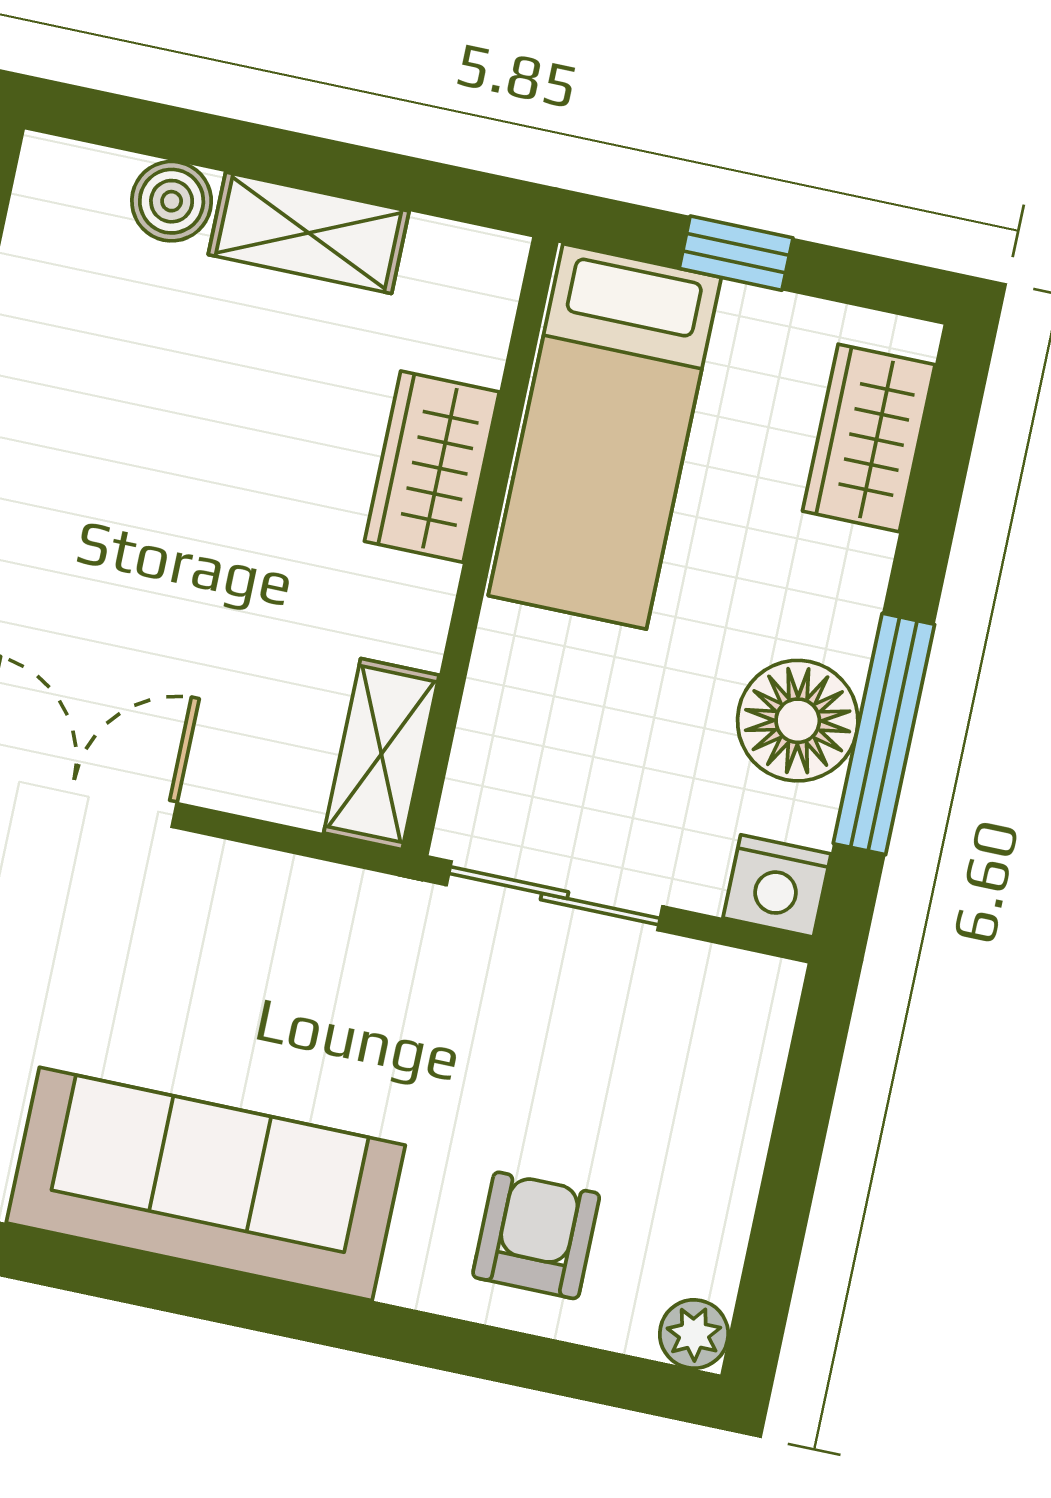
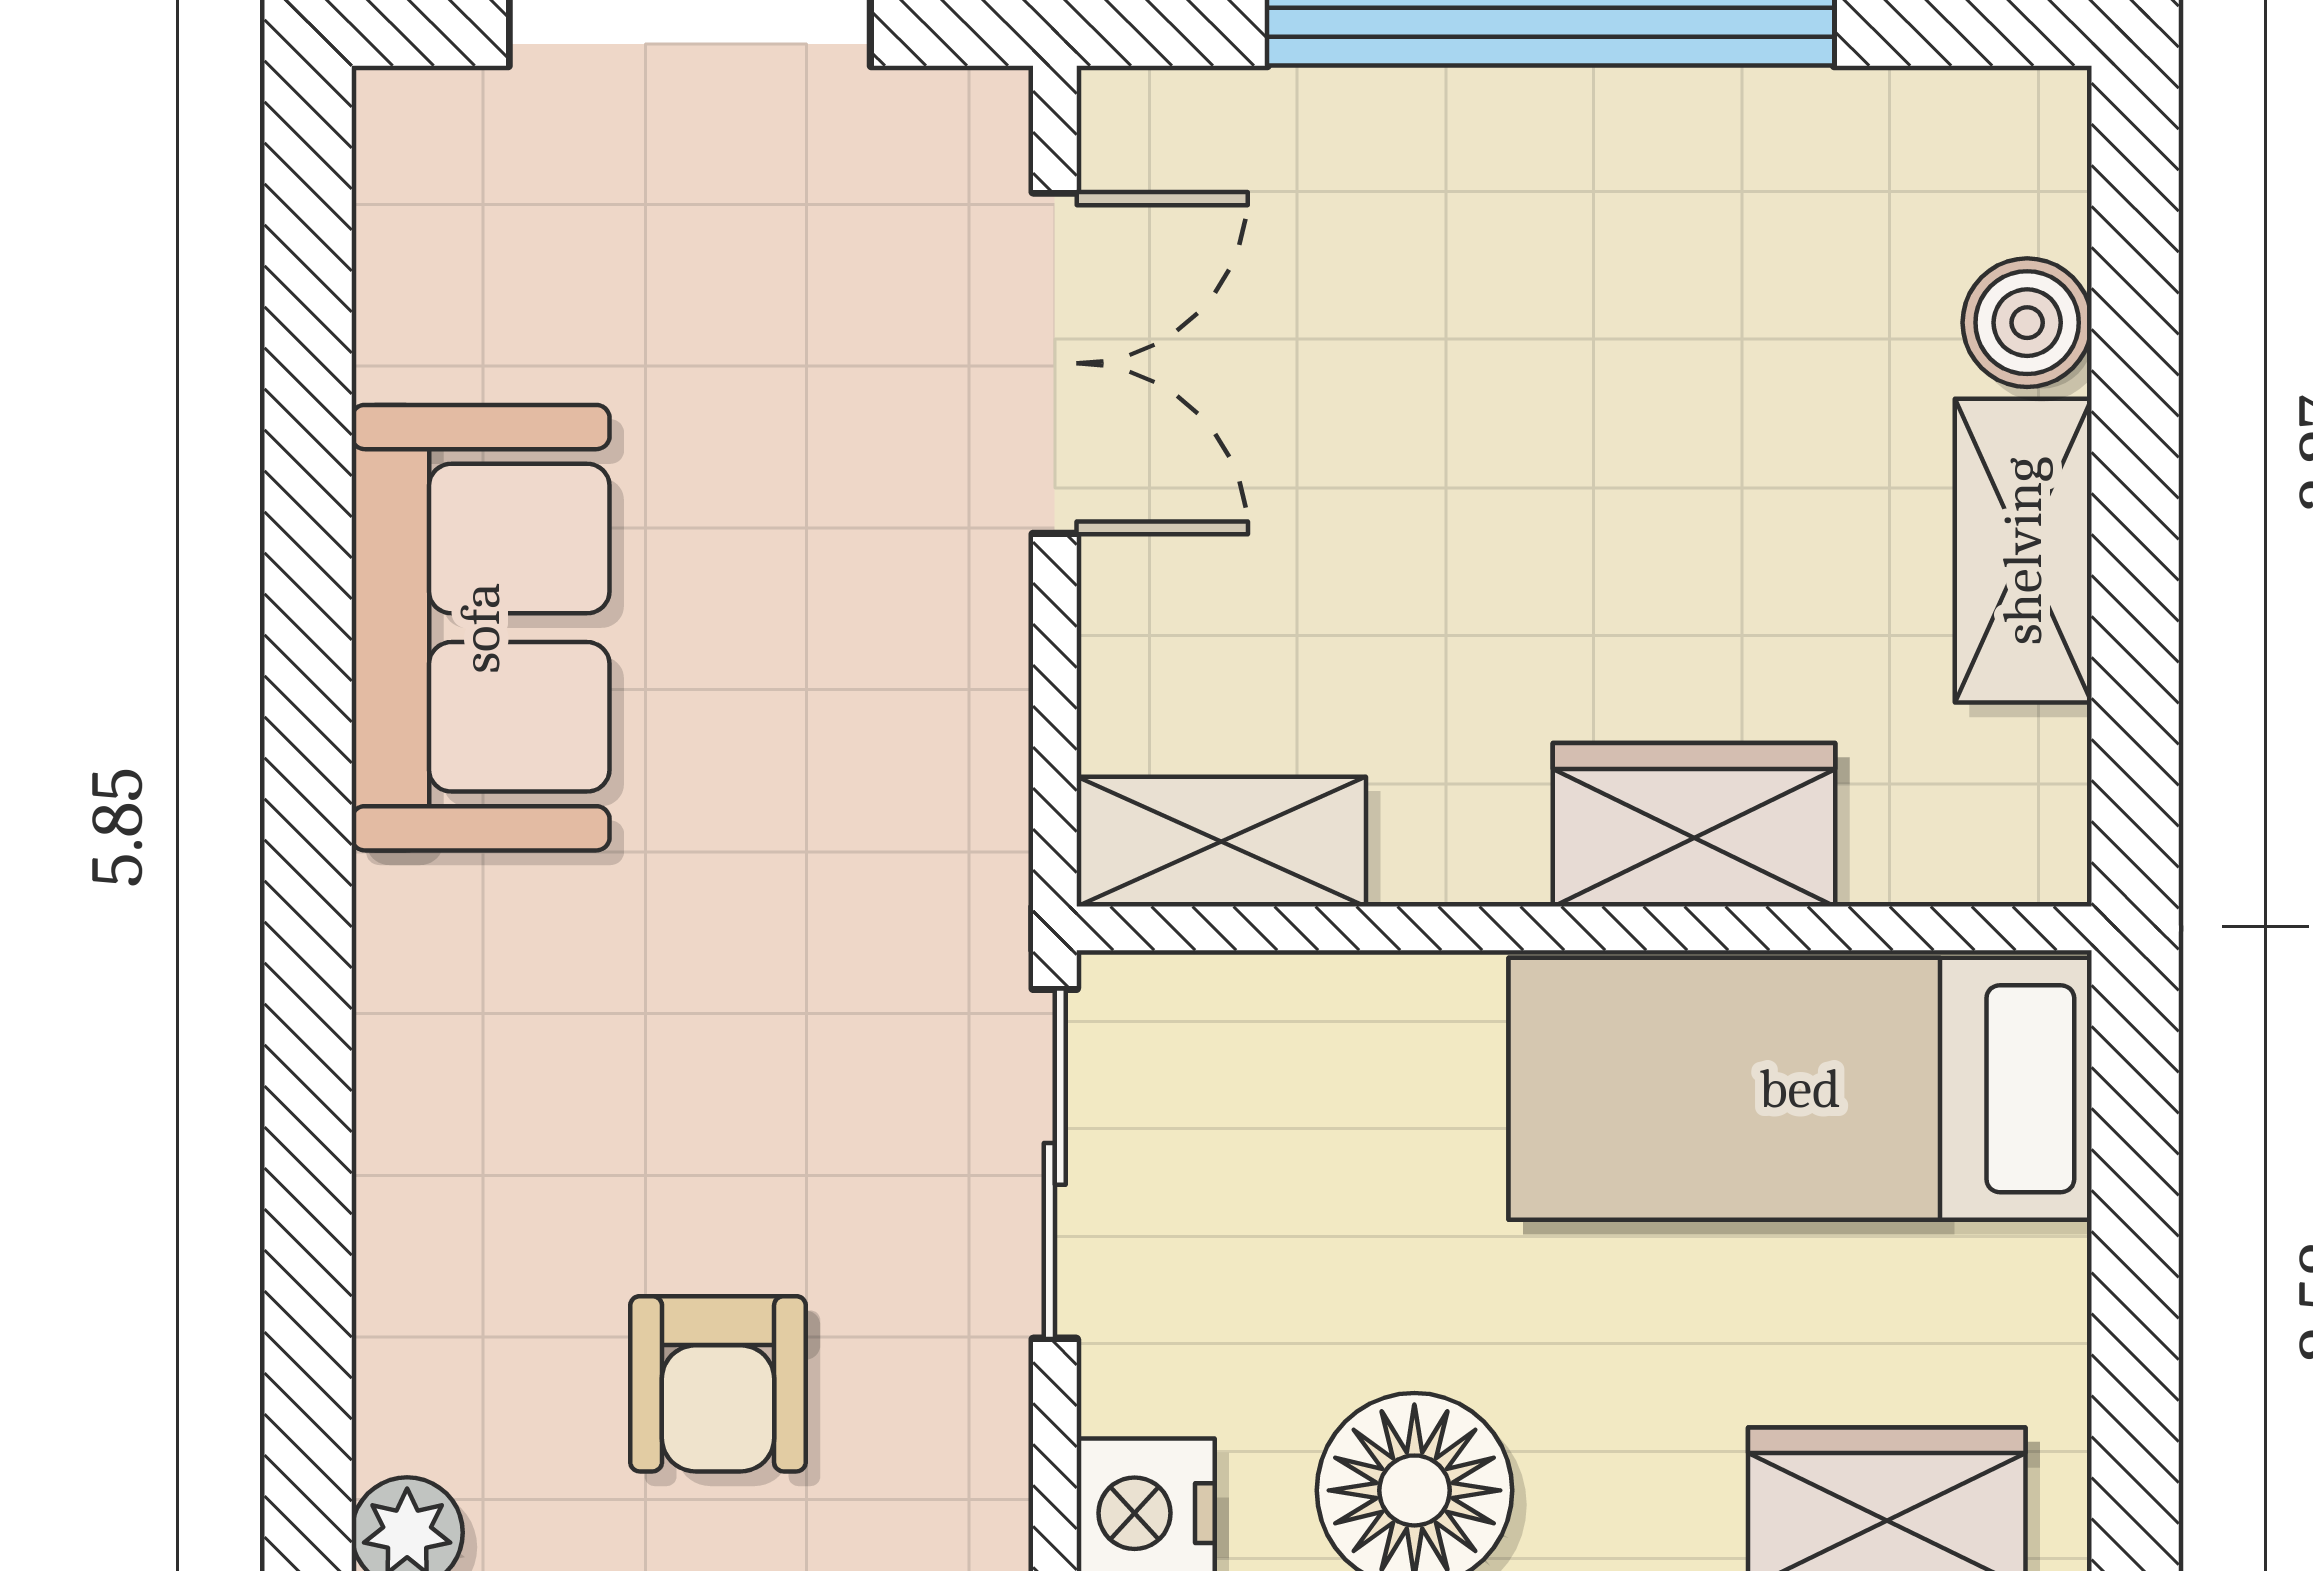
window: (736, 253) -> (2135, 1235), removed
sofa: (206, 1184) -> (481, 628), width x0.73
armchair: (536, 1235) -> (718, 1384), moved, turned 90

